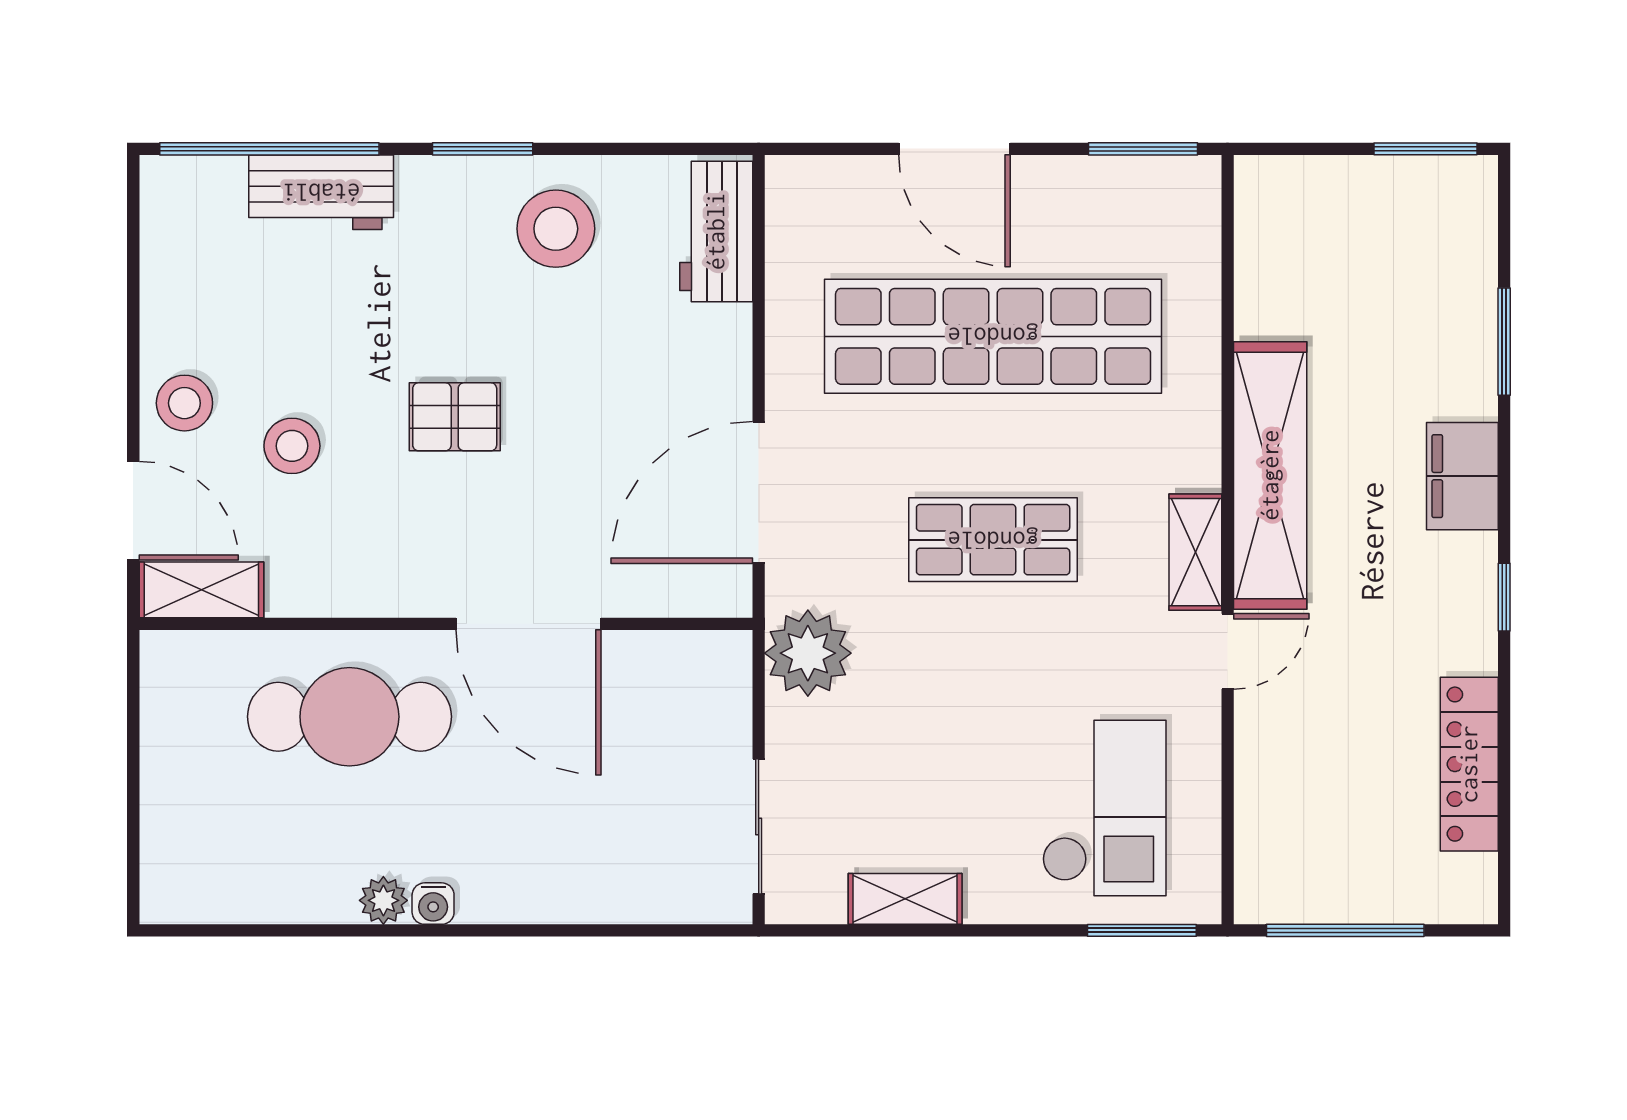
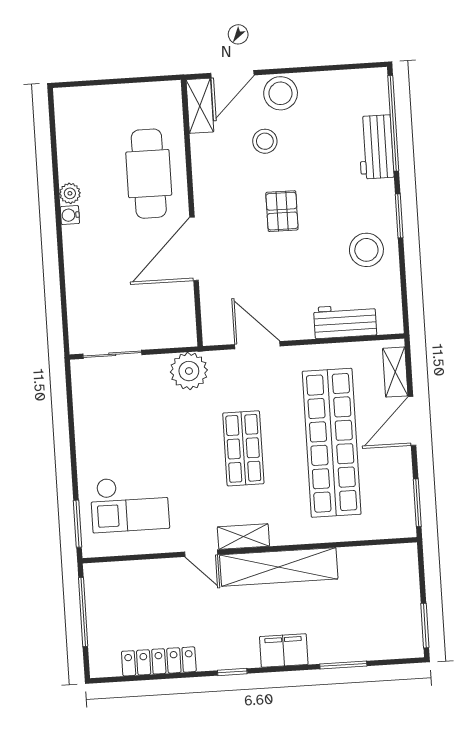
workbench: (716, 231) -> (345, 321), moved
stool: (184, 403) -> (281, 93), width x1.38, depth x1.38
door: (759, 493) -> (257, 345), width x0.73
shelving: (905, 899) -> (395, 372), moved

